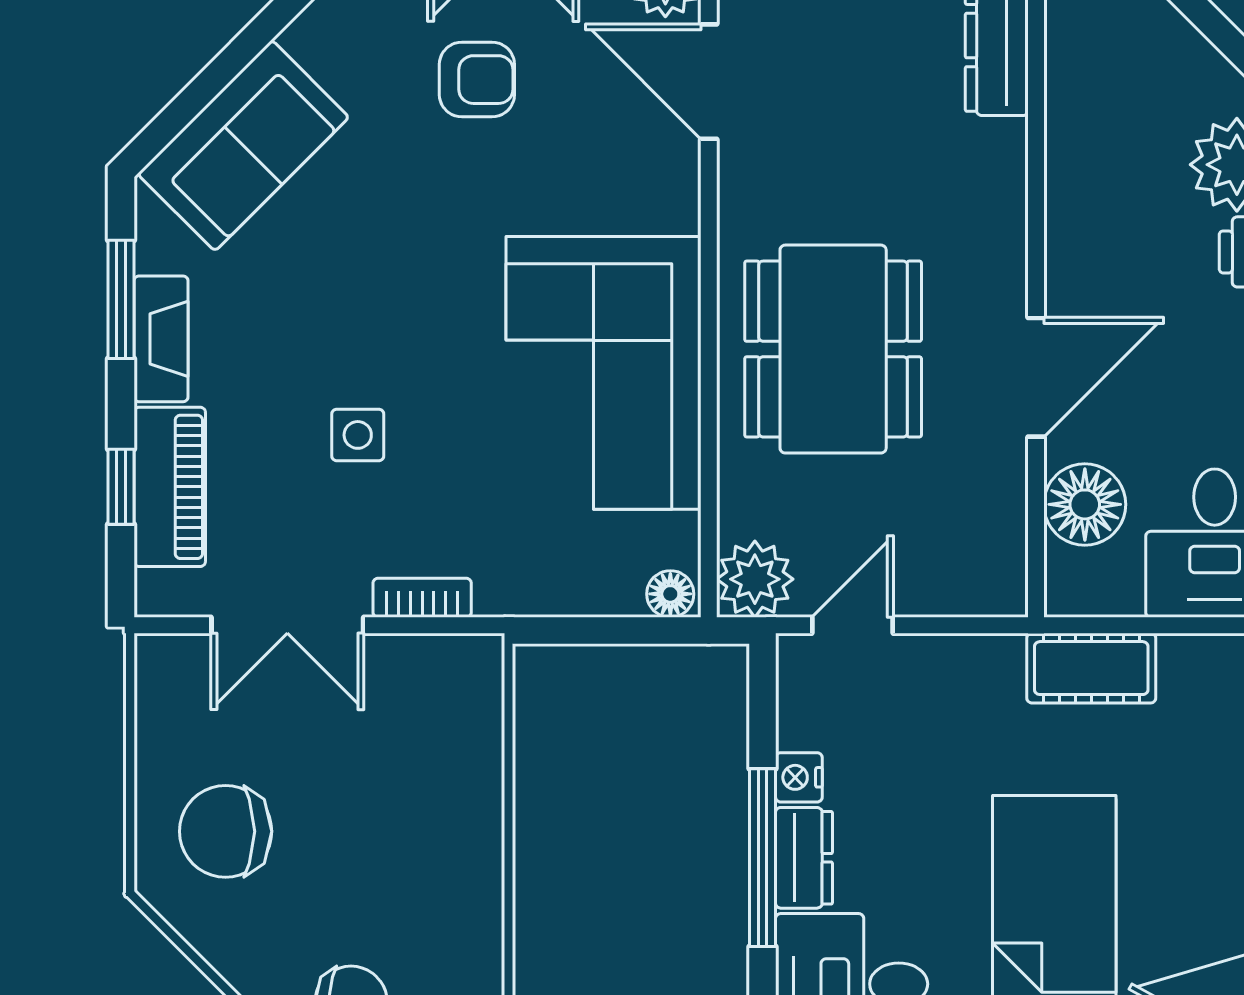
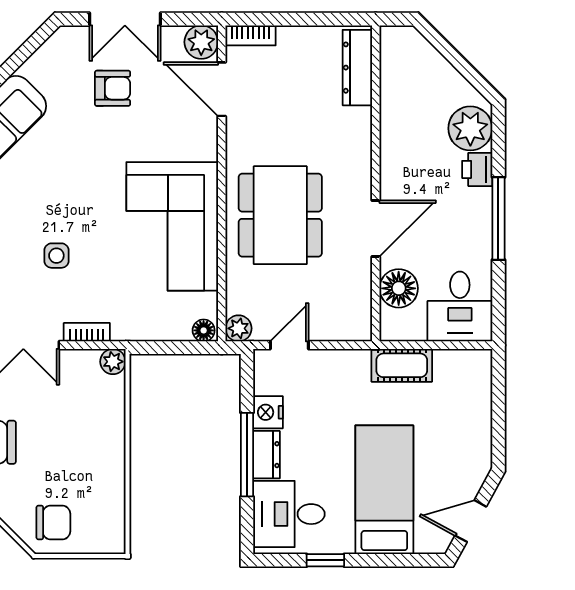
plant: (755, 579) -> (238, 328), width x0.73, depth x0.73
plant: (478, 660) -> (113, 362), added
nightstand: (799, 777) -> (268, 412), width x1.39, depth x1.35

